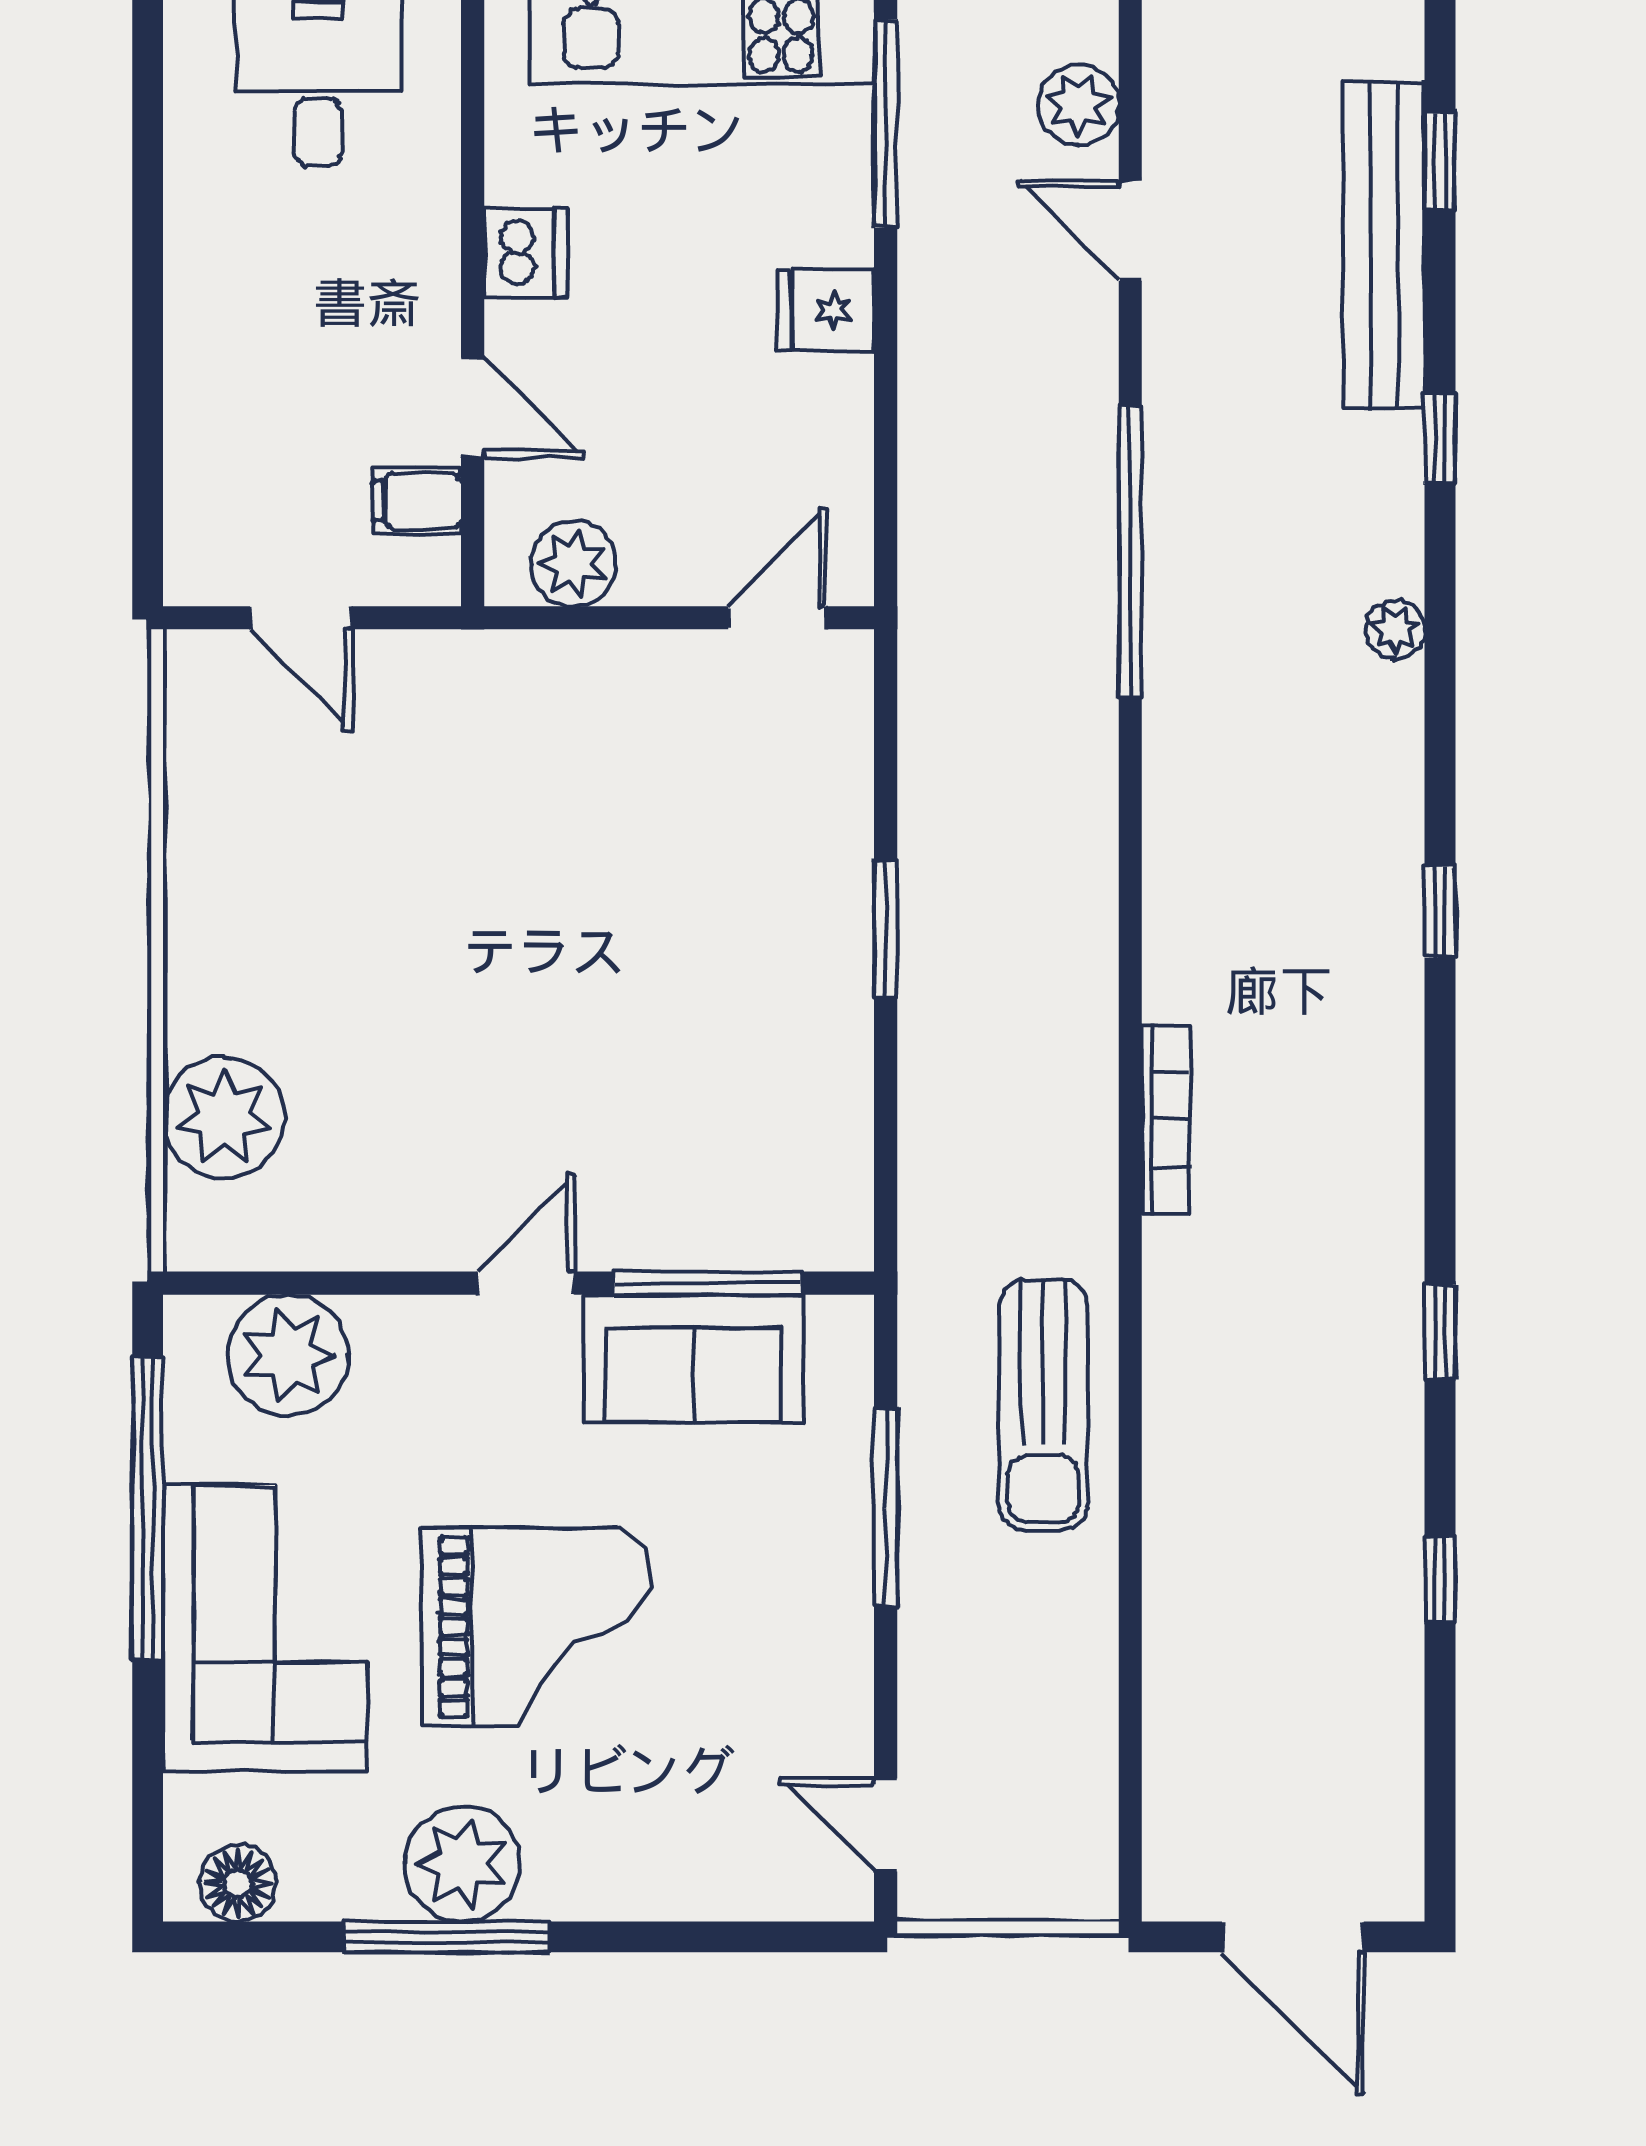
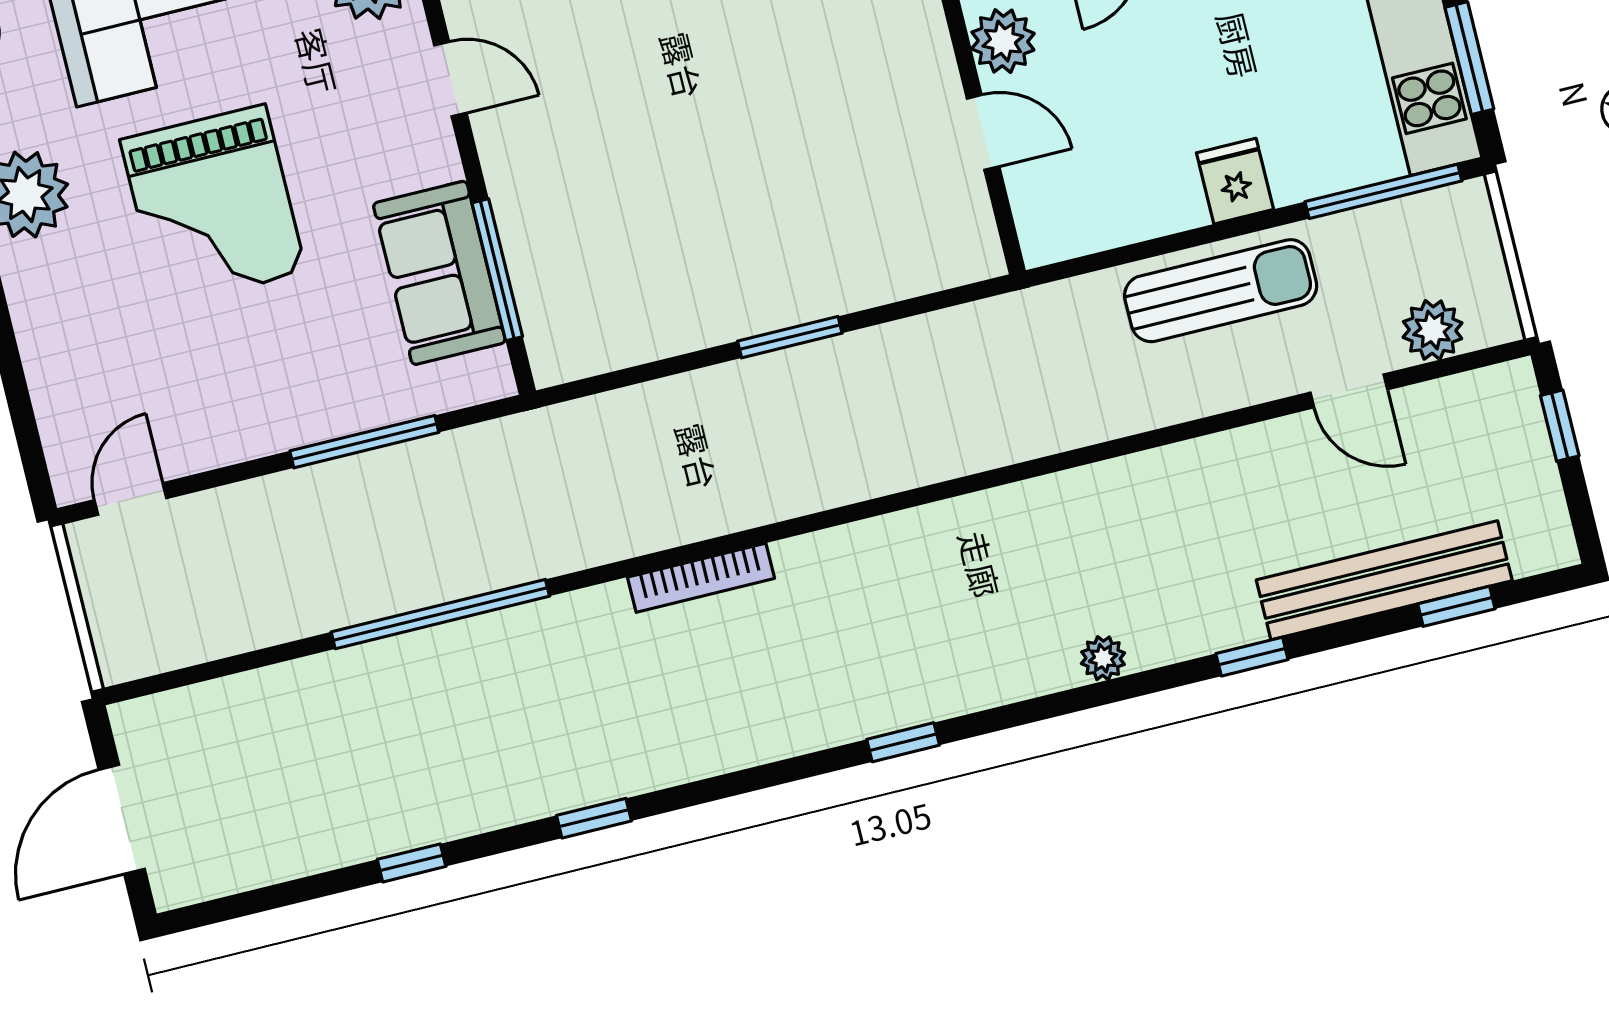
door: (1130, 231) -> (1349, 391), swing flipped
window: (1130, 552) -> (440, 614), moved
door: (777, 618) -> (983, 132), moved
door: (526, 1283) -> (450, 79), moved
sun lounger: (1043, 1405) -> (1221, 291), moved, turned 180

